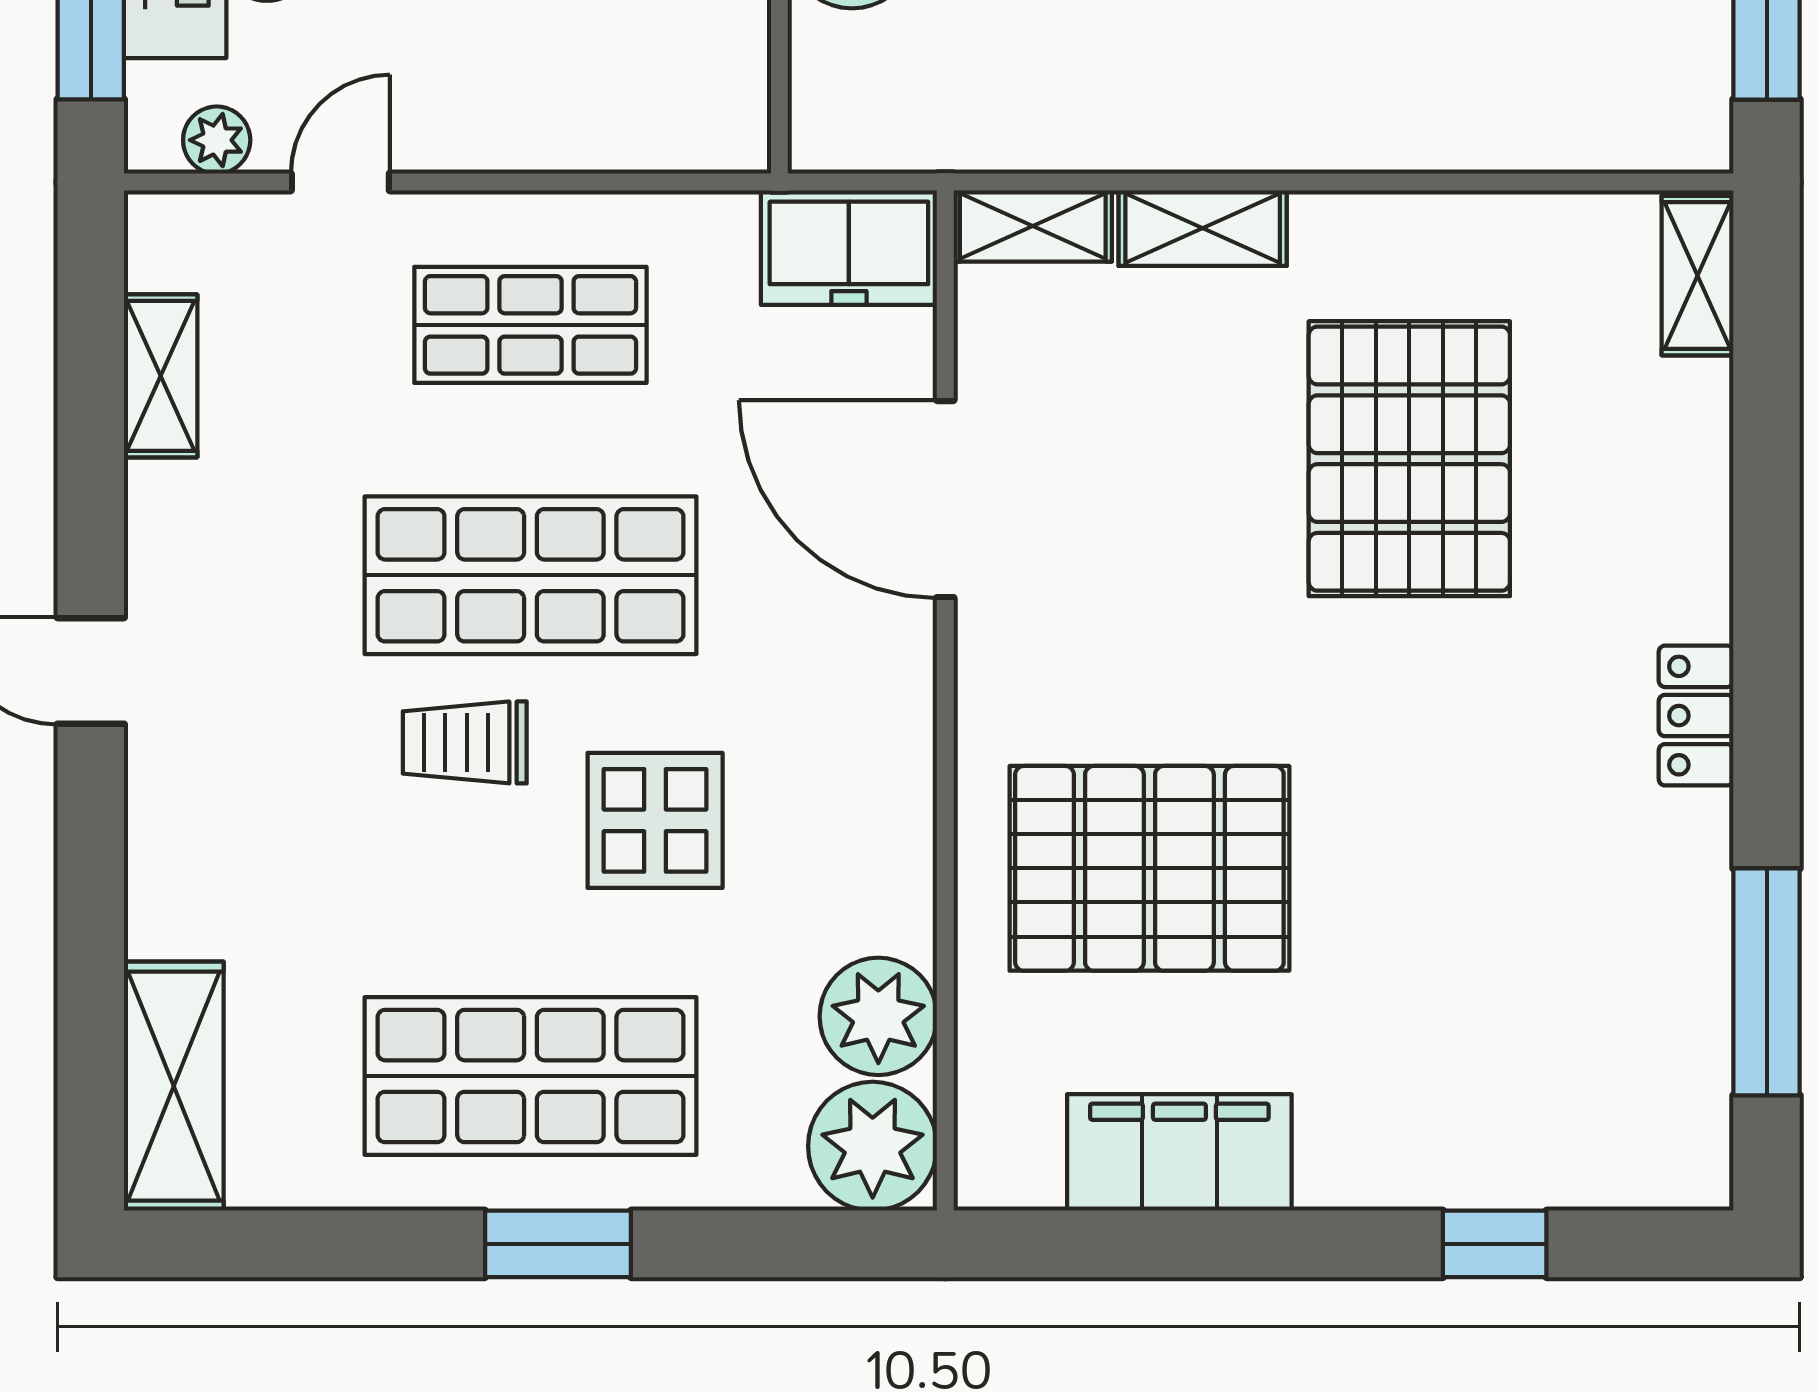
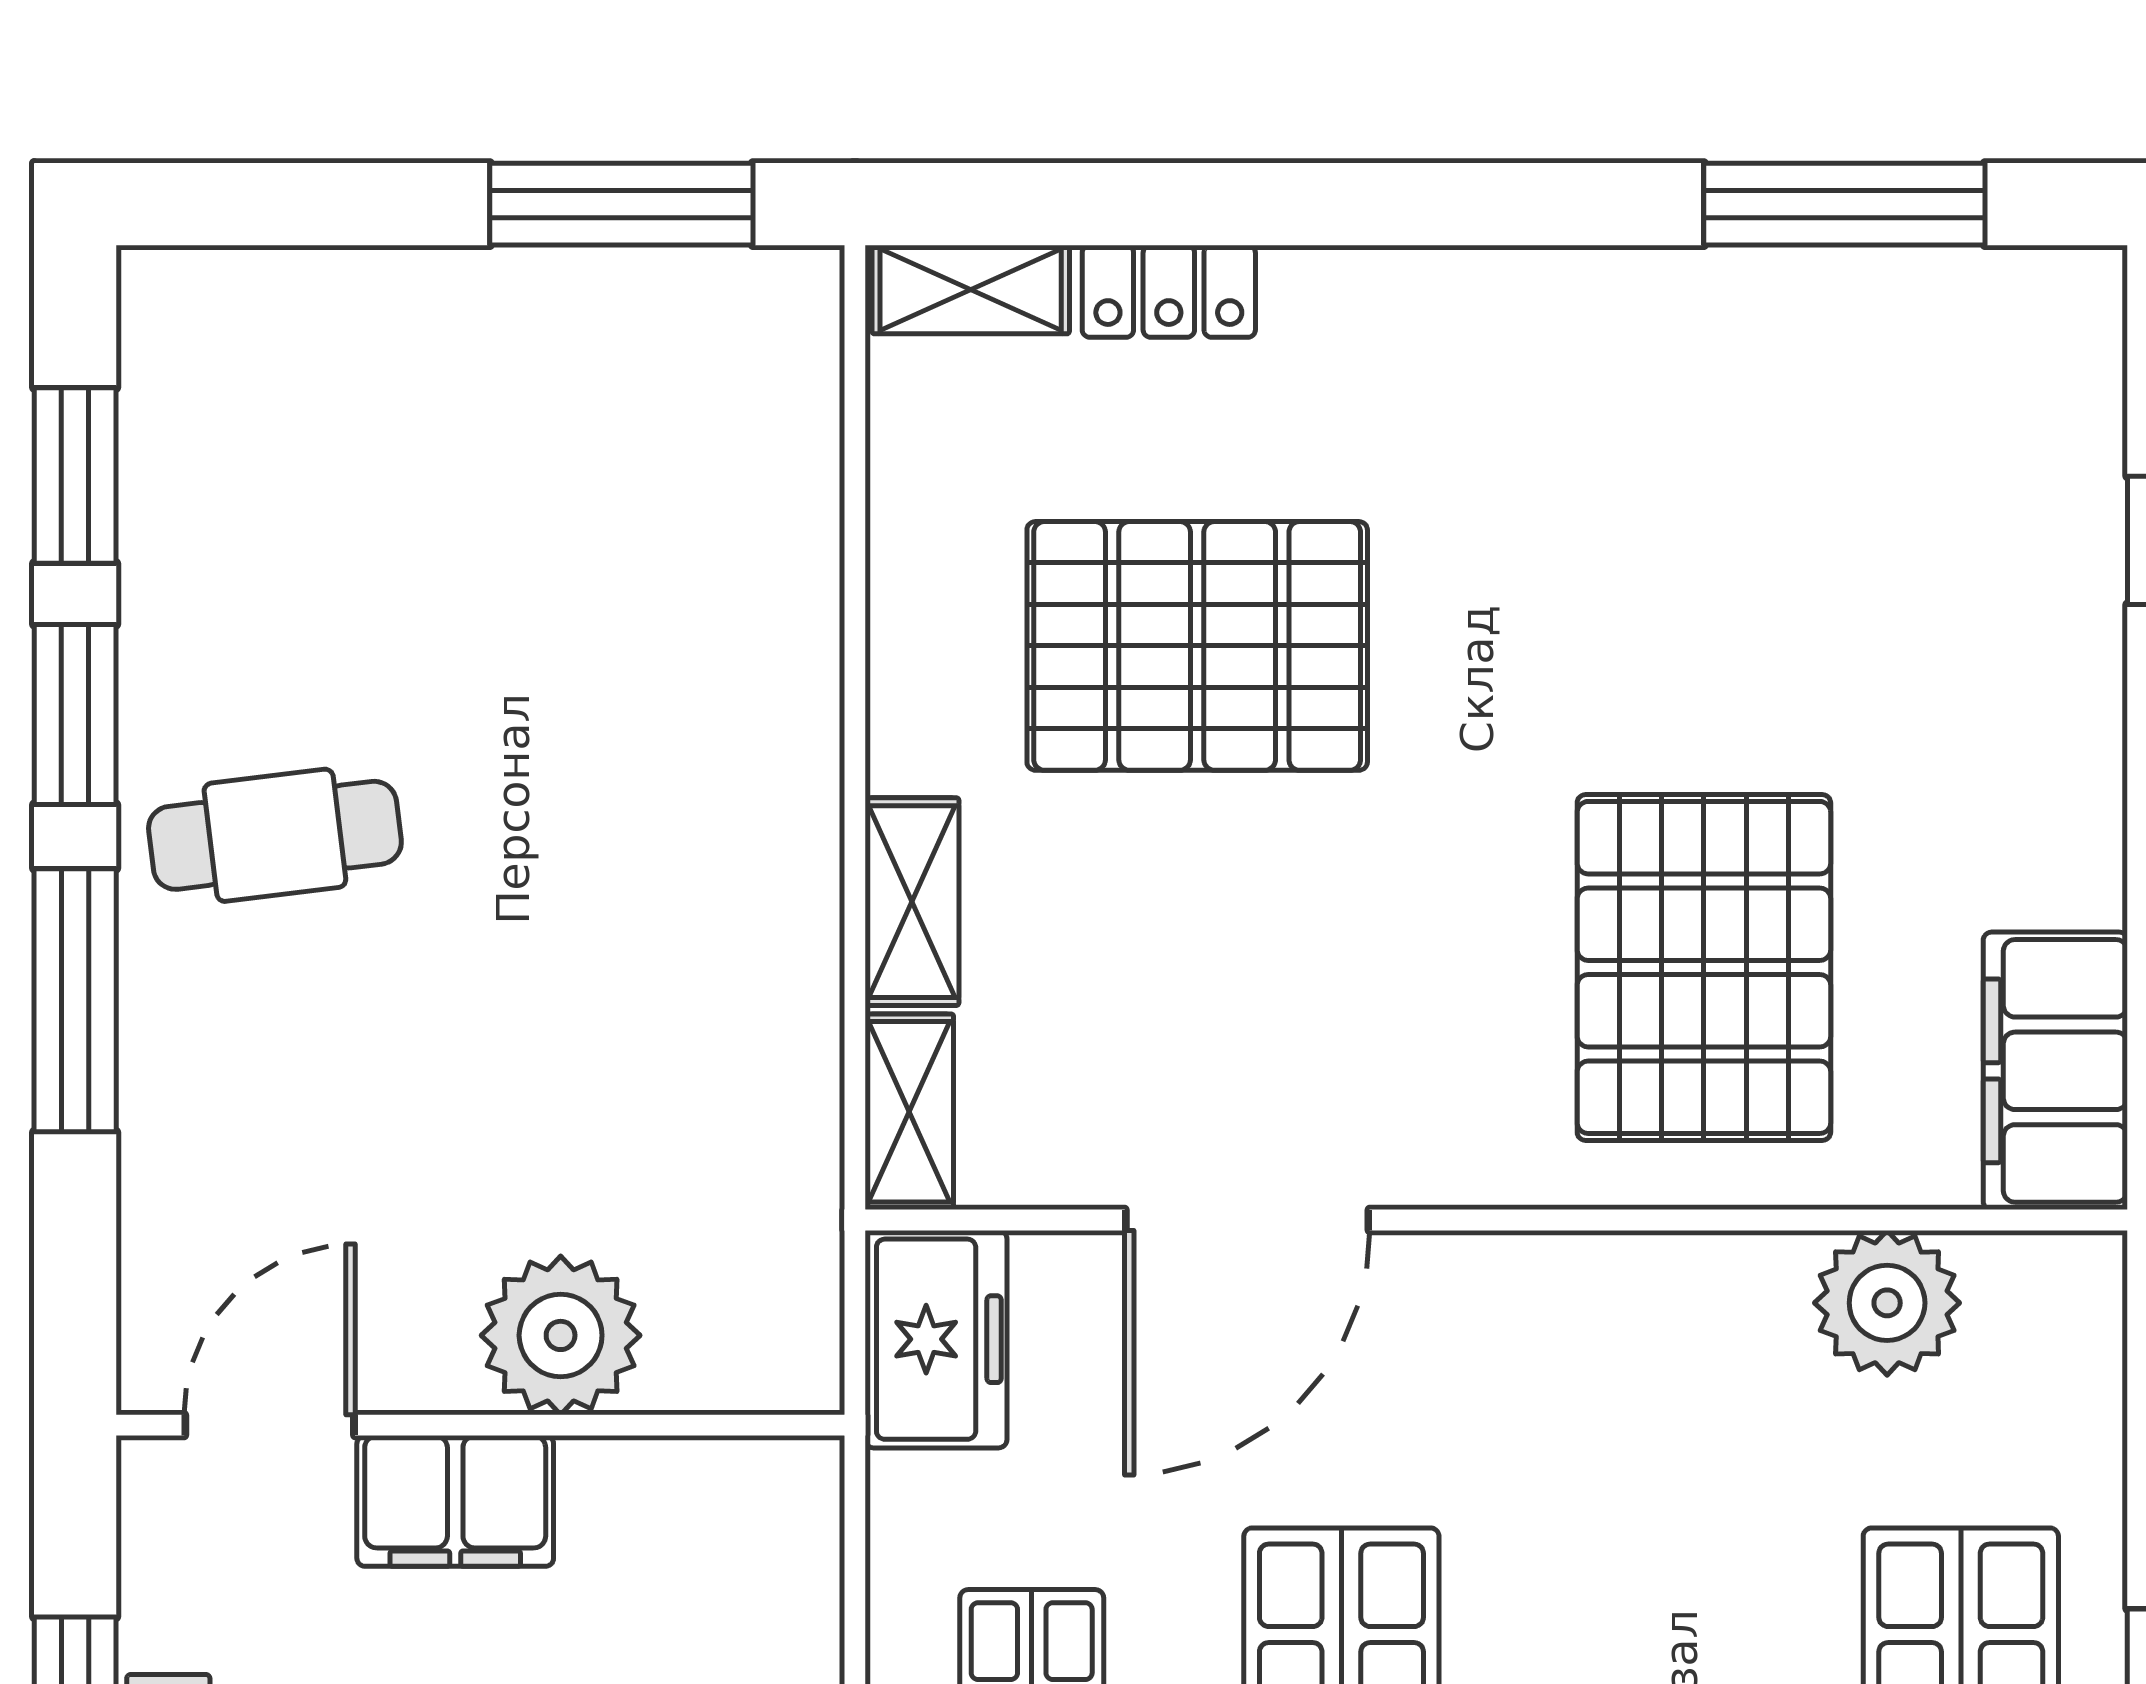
locker: (1696, 716) -> (1169, 291), moved
display table: (655, 820) -> (1645, 1579), removed
plant: (873, 1146) -> (2048, 1310), removed
filing cabinet: (1179, 1152) -> (2055, 1071), moved

